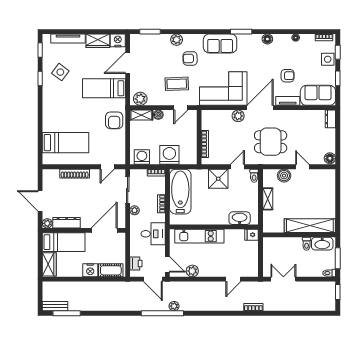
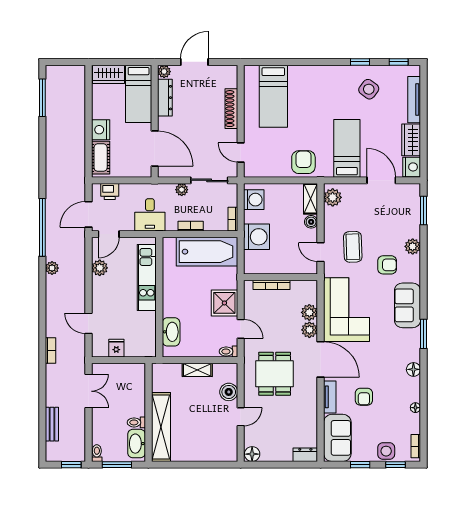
armchair: (190, 58) -> (387, 265), turned 91
plant: (225, 116) -> (309, 312), added
armchair: (114, 120) -> (303, 162), turned 90
fridge: (252, 235) -> (116, 348), moved
bench: (55, 306) -> (52, 424), moved
plant: (174, 306) -> (52, 268), moved

